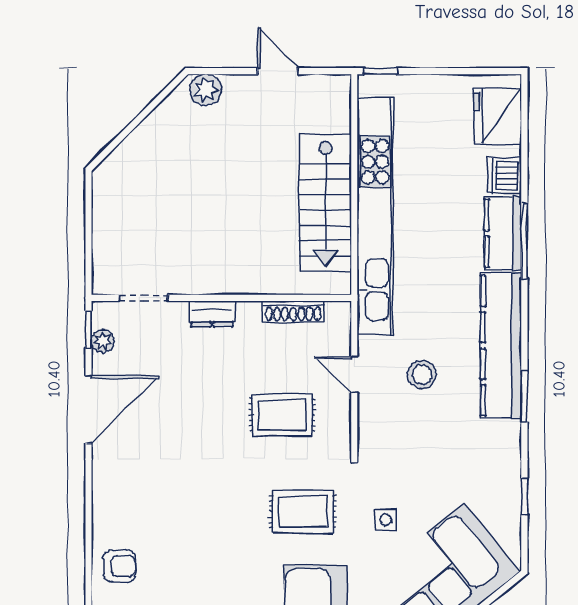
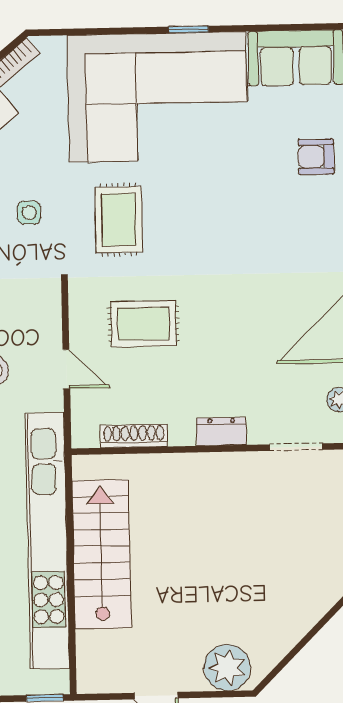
plant: (206, 90) -> (227, 668), width x1.36, depth x1.36
rug: (303, 512) -> (119, 220), turned 90

